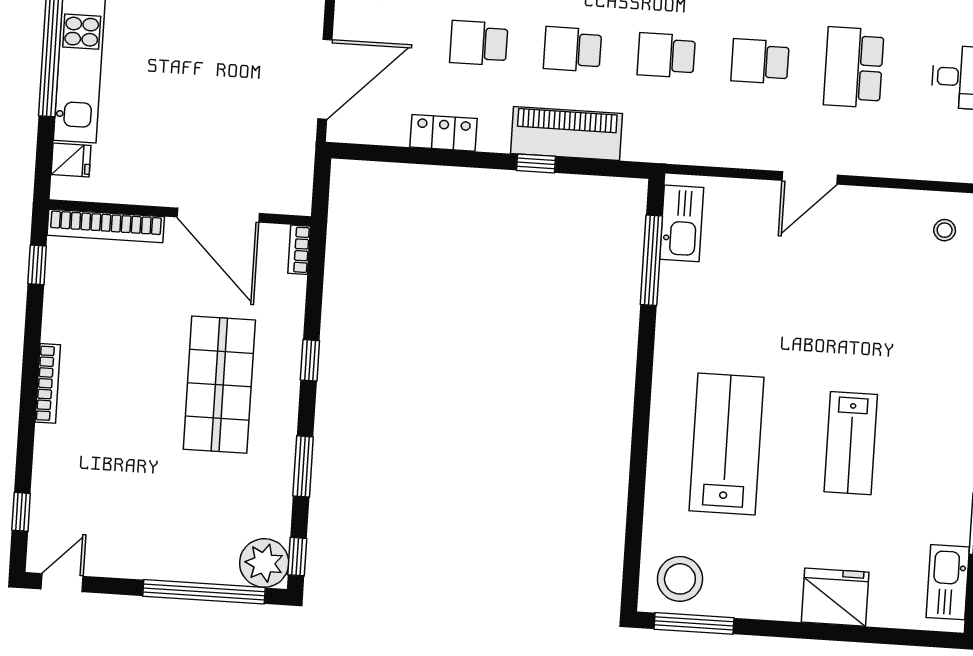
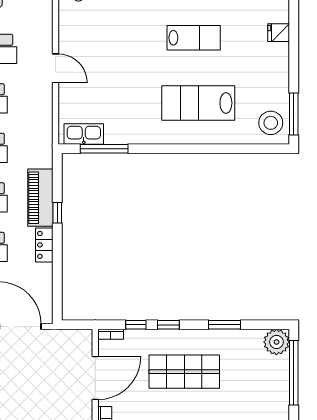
locker: (443, 133) -> (44, 245), moved
window: (297, 557) -> (136, 325), moved
fridge: (835, 597) -> (279, 33), width x0.53, depth x0.75

